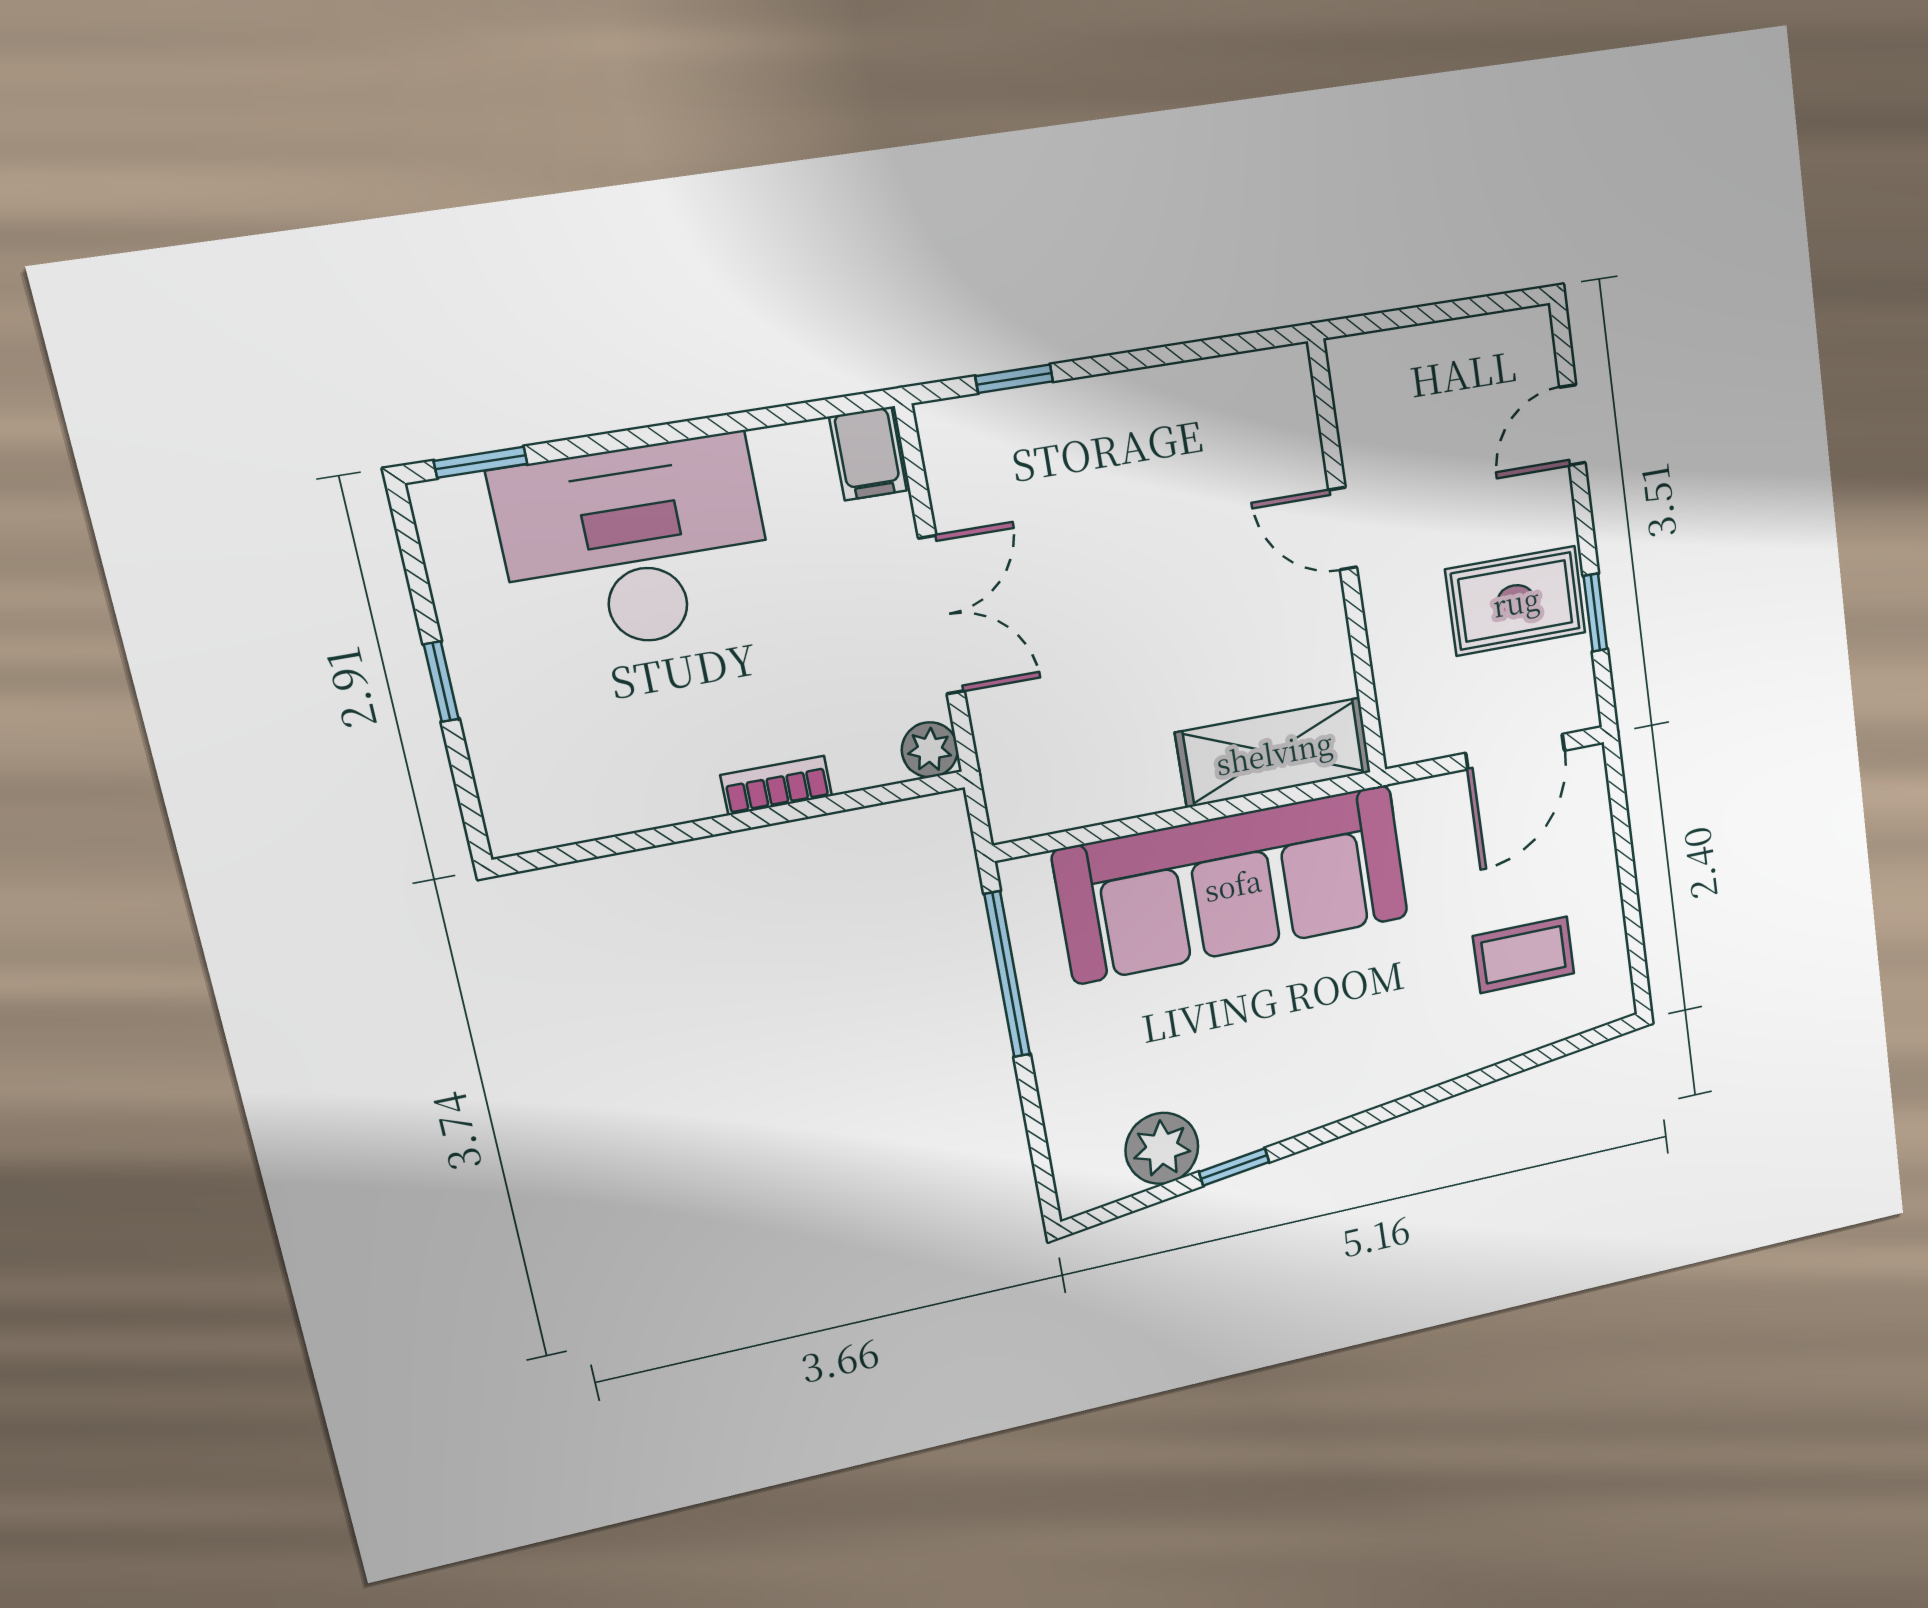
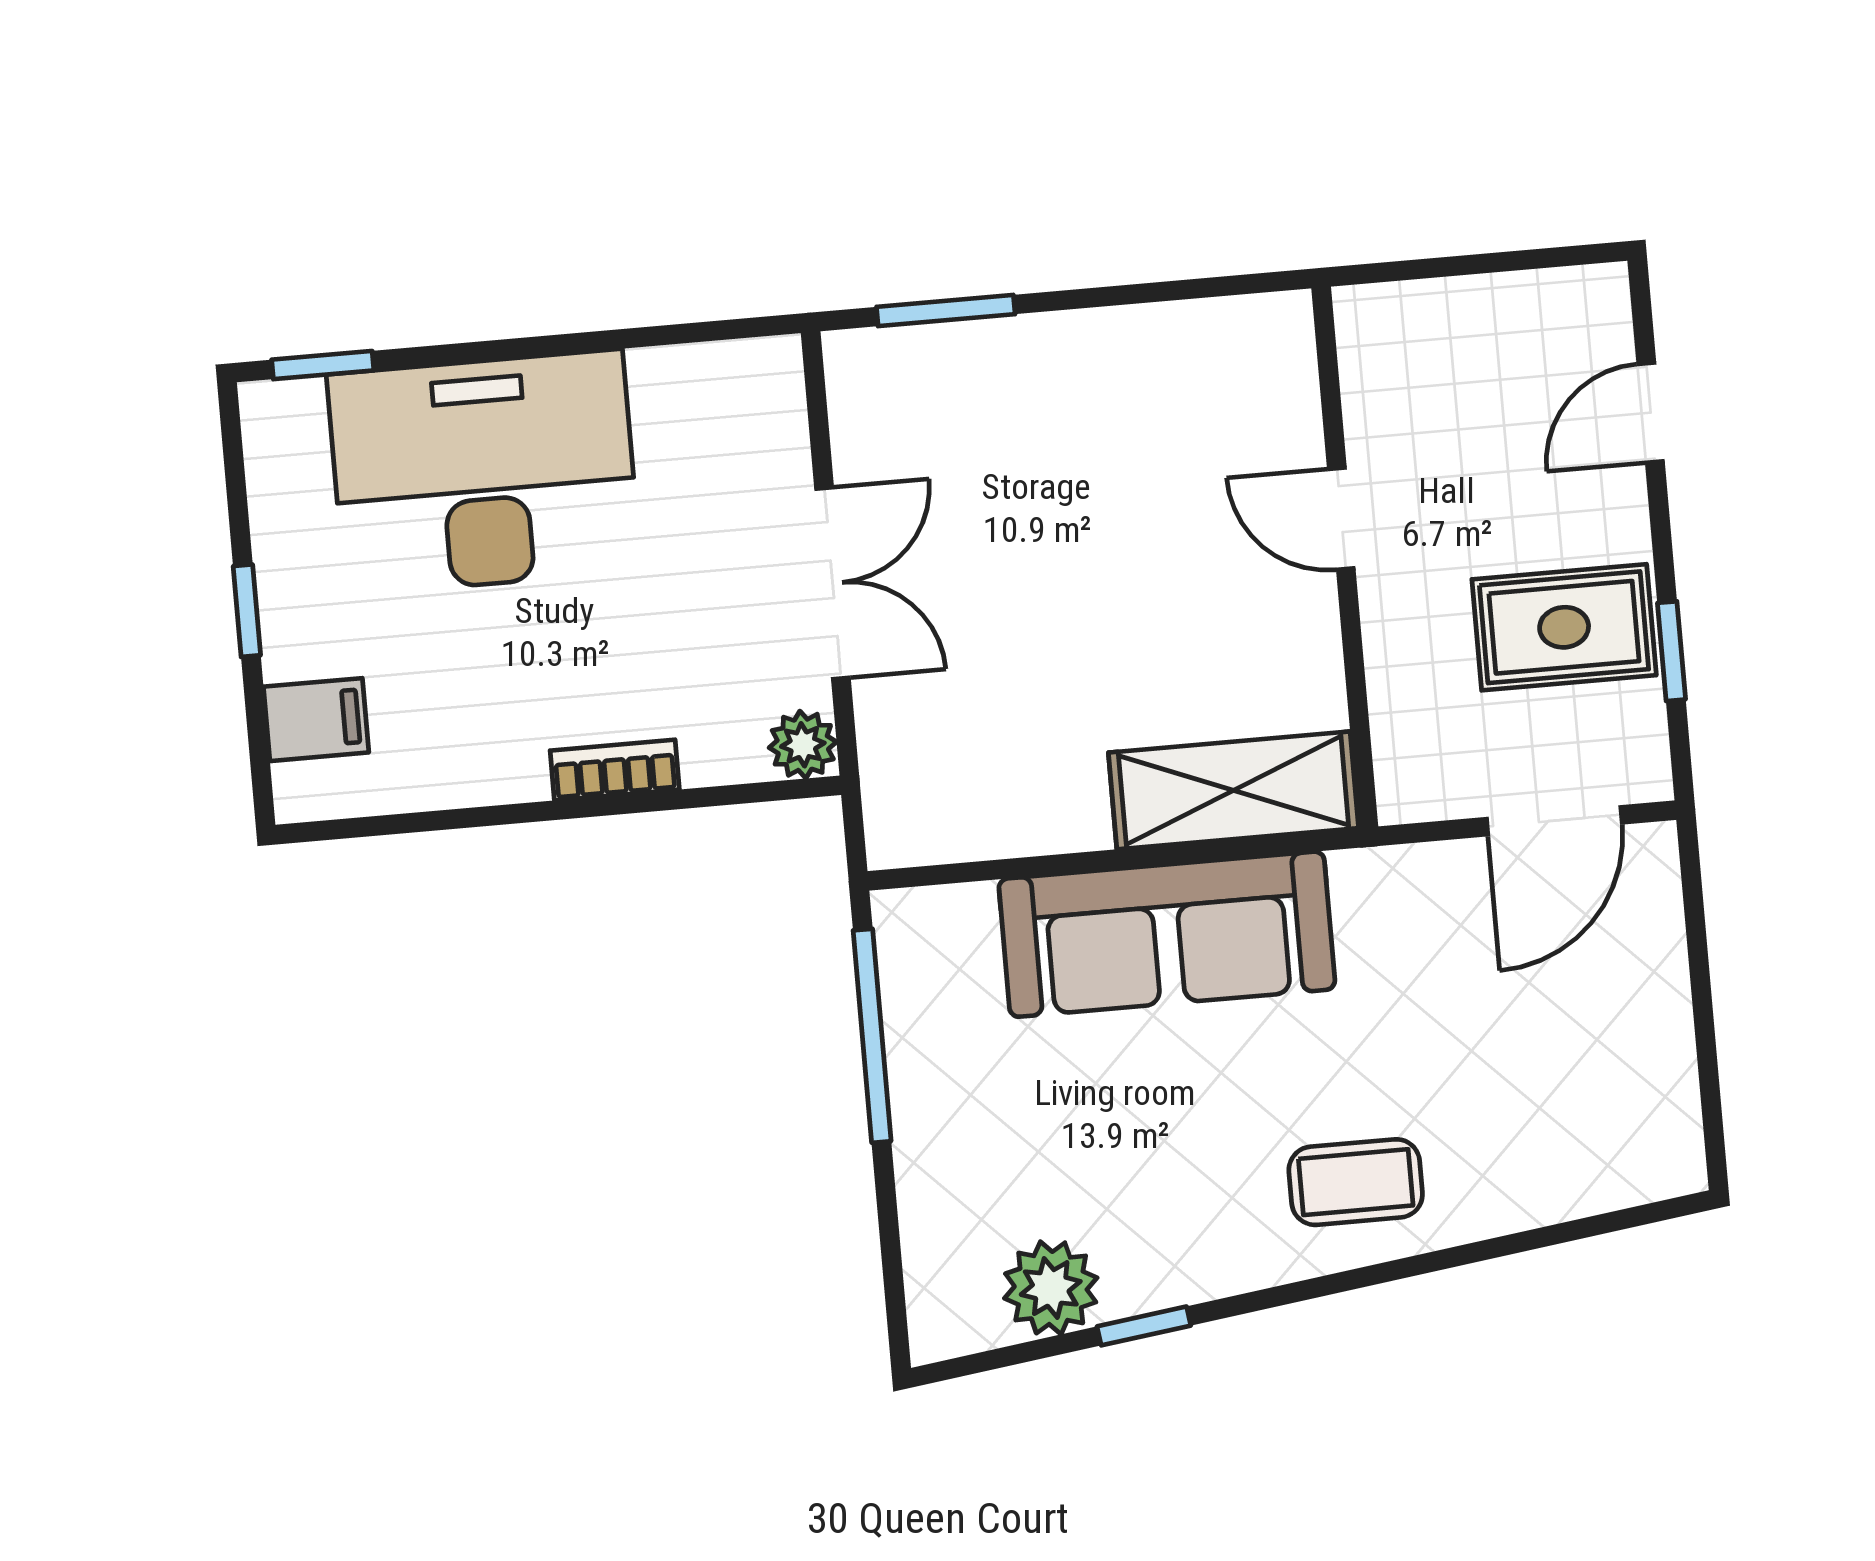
window: (1014, 379) -> (946, 311), width x1.50
filing cabinet: (868, 454) -> (316, 720), moved, turned -90
sofa: (1233, 884) -> (1167, 934), width x0.74, depth x0.79
coffee table: (1524, 955) -> (1356, 1182), moved

